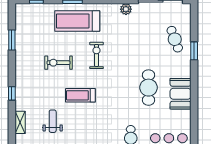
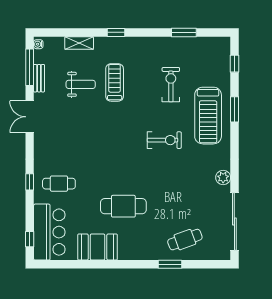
treadmill: (77, 21) -> (208, 116), turned 180
exercise bike: (58, 63) -> (171, 85), moved
booth: (181, 94) -> (98, 247), moved
treadmill: (80, 95) -> (115, 82), moved

